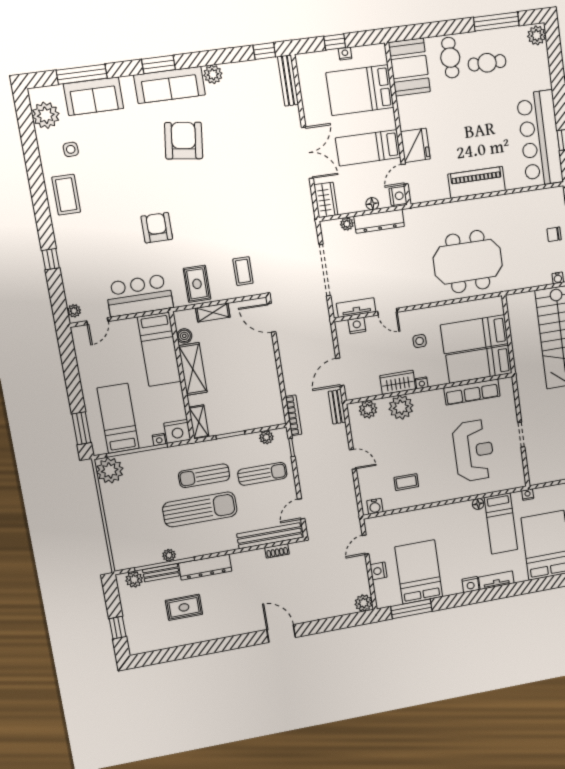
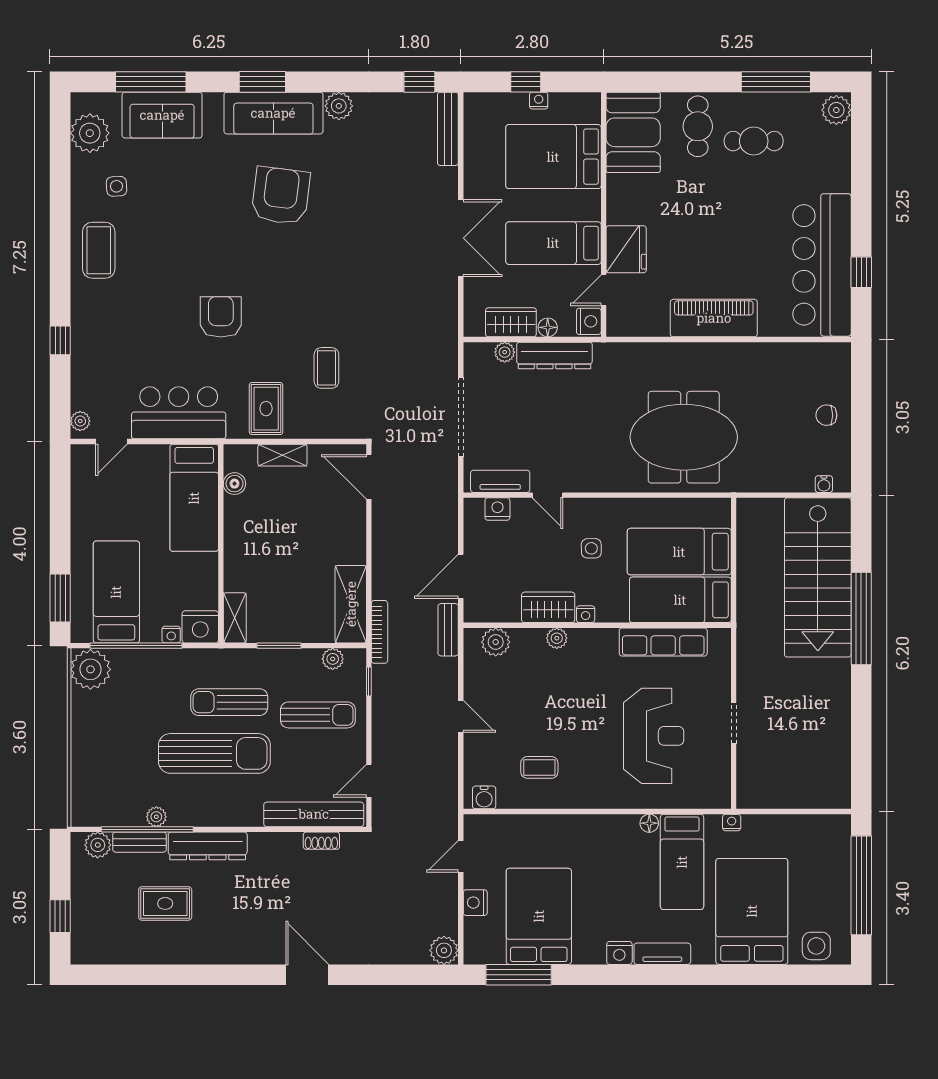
wardrobe: (326, 200) -> (511, 322), moved, turned -90
coffee table: (243, 271) -> (326, 368), moved
shelving: (193, 369) -> (351, 604), moved
plant: (401, 407) -> (557, 638), width x0.53, depth x0.53

